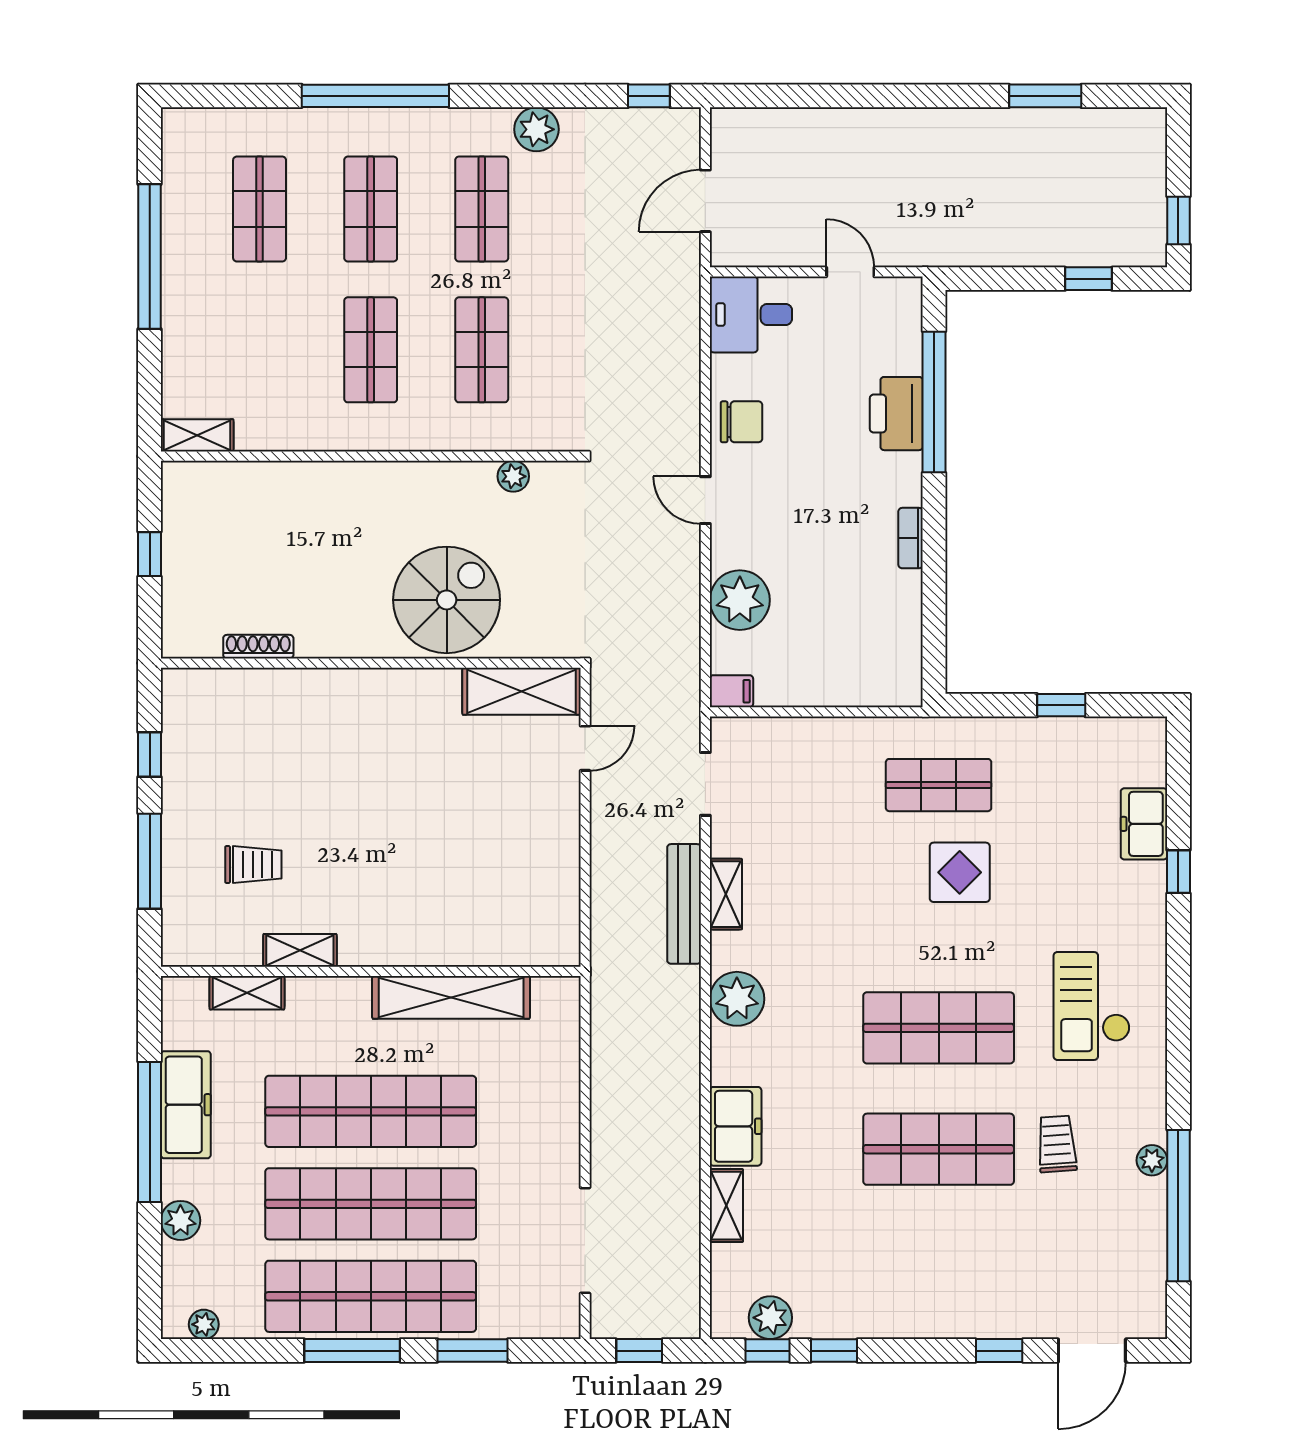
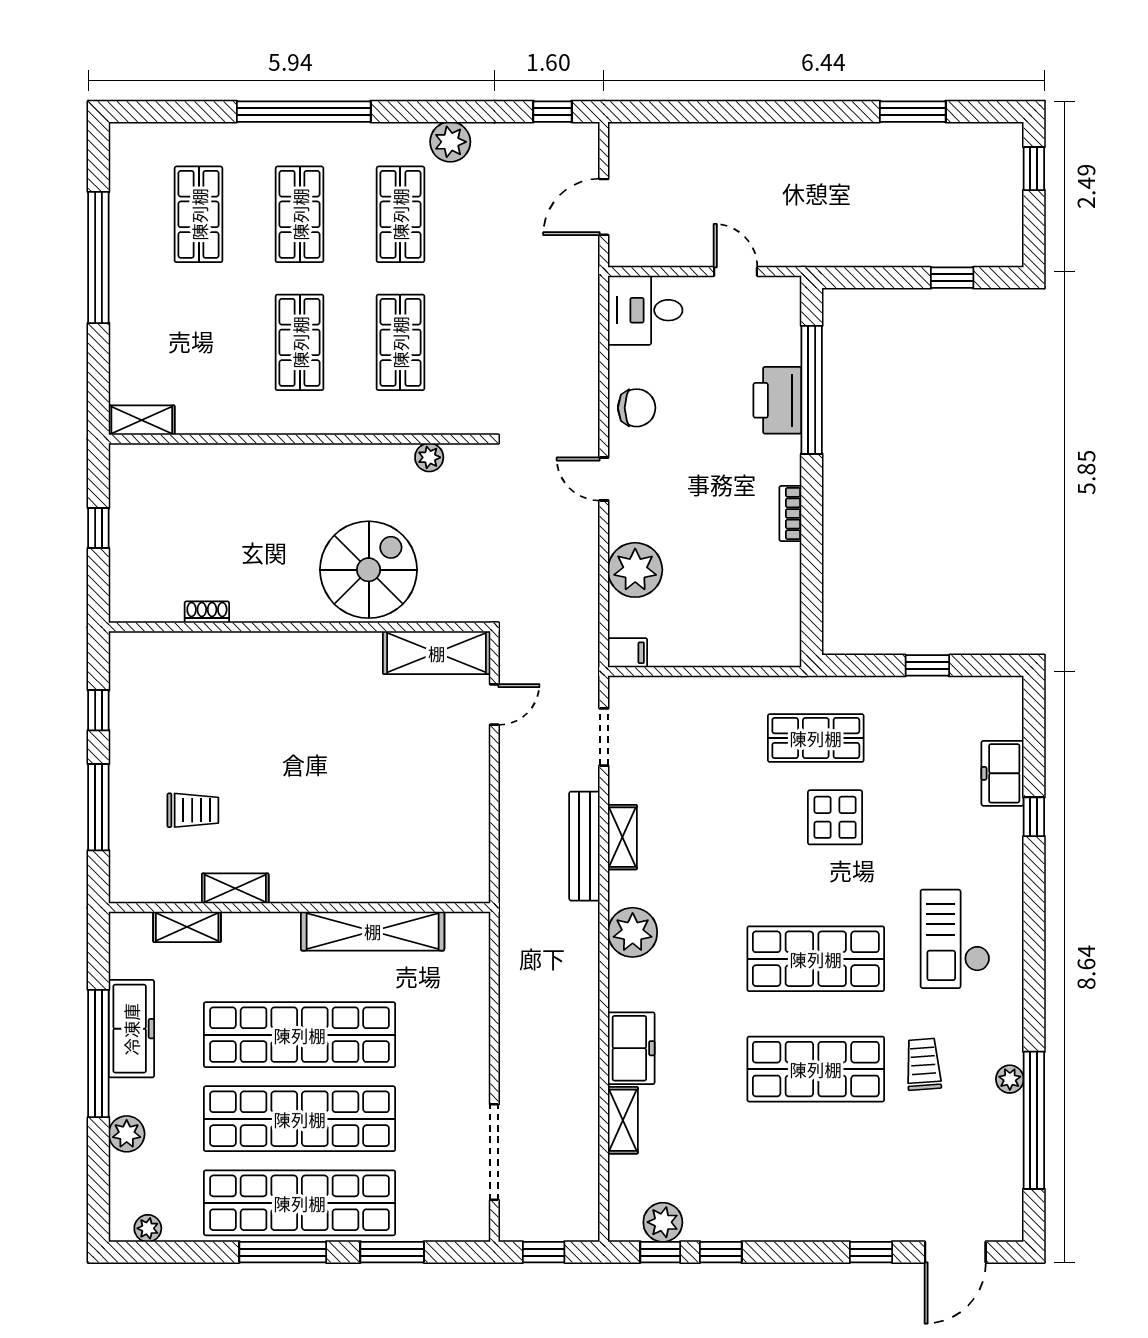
window: (1178, 220) -> (1034, 169), moved
shoe rack: (258, 647) -> (207, 612), width x0.70

